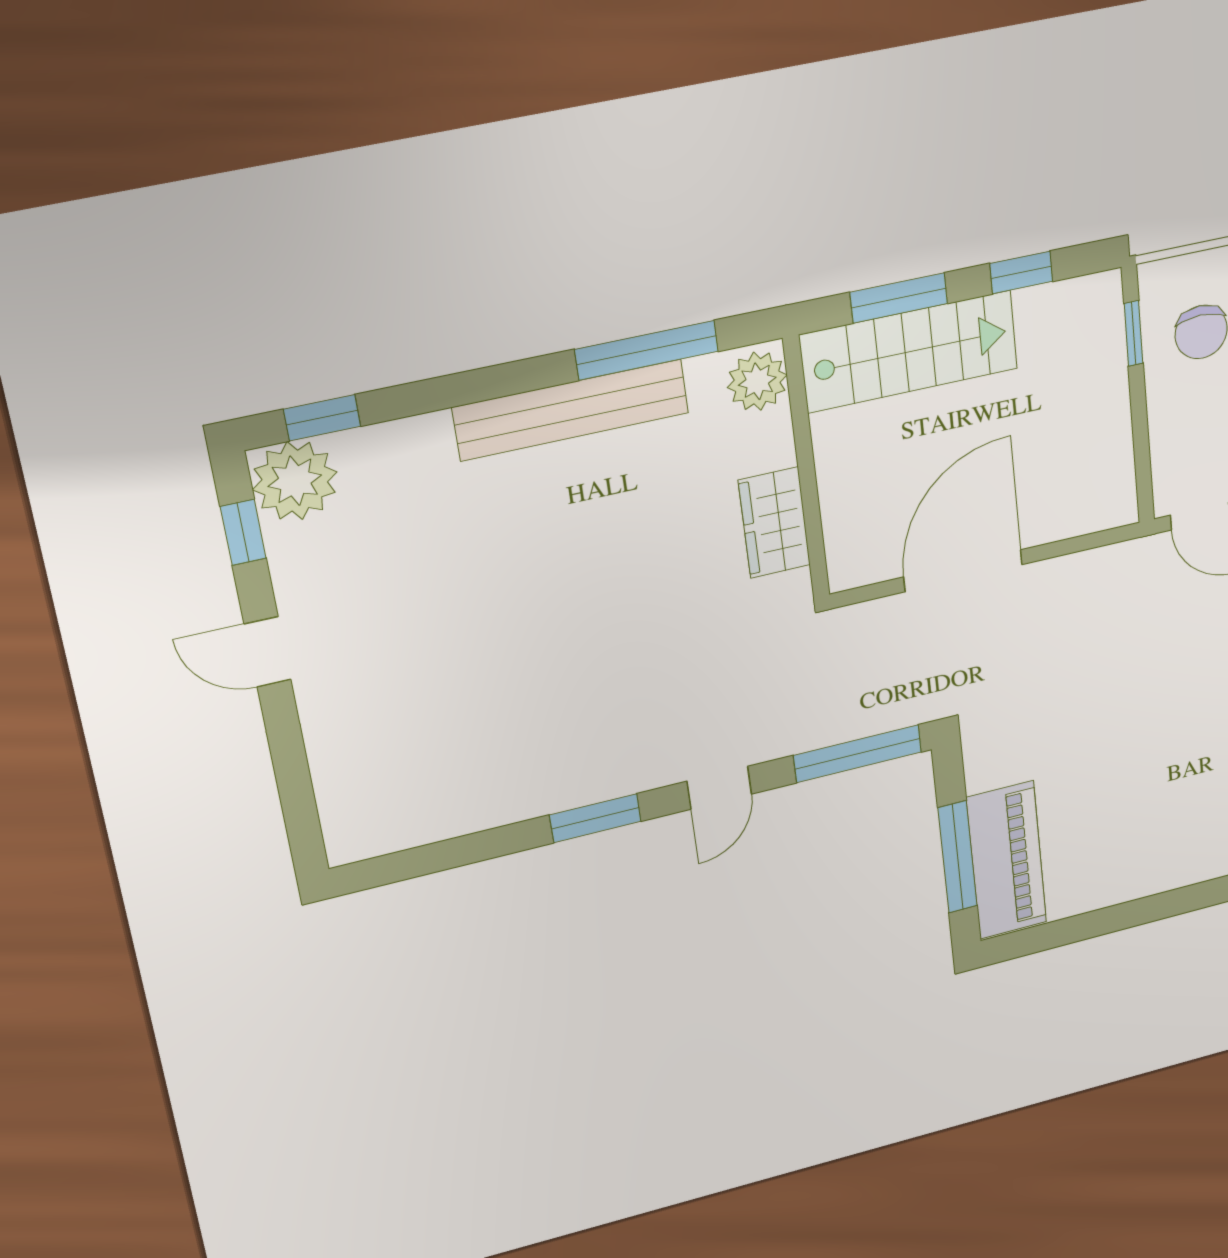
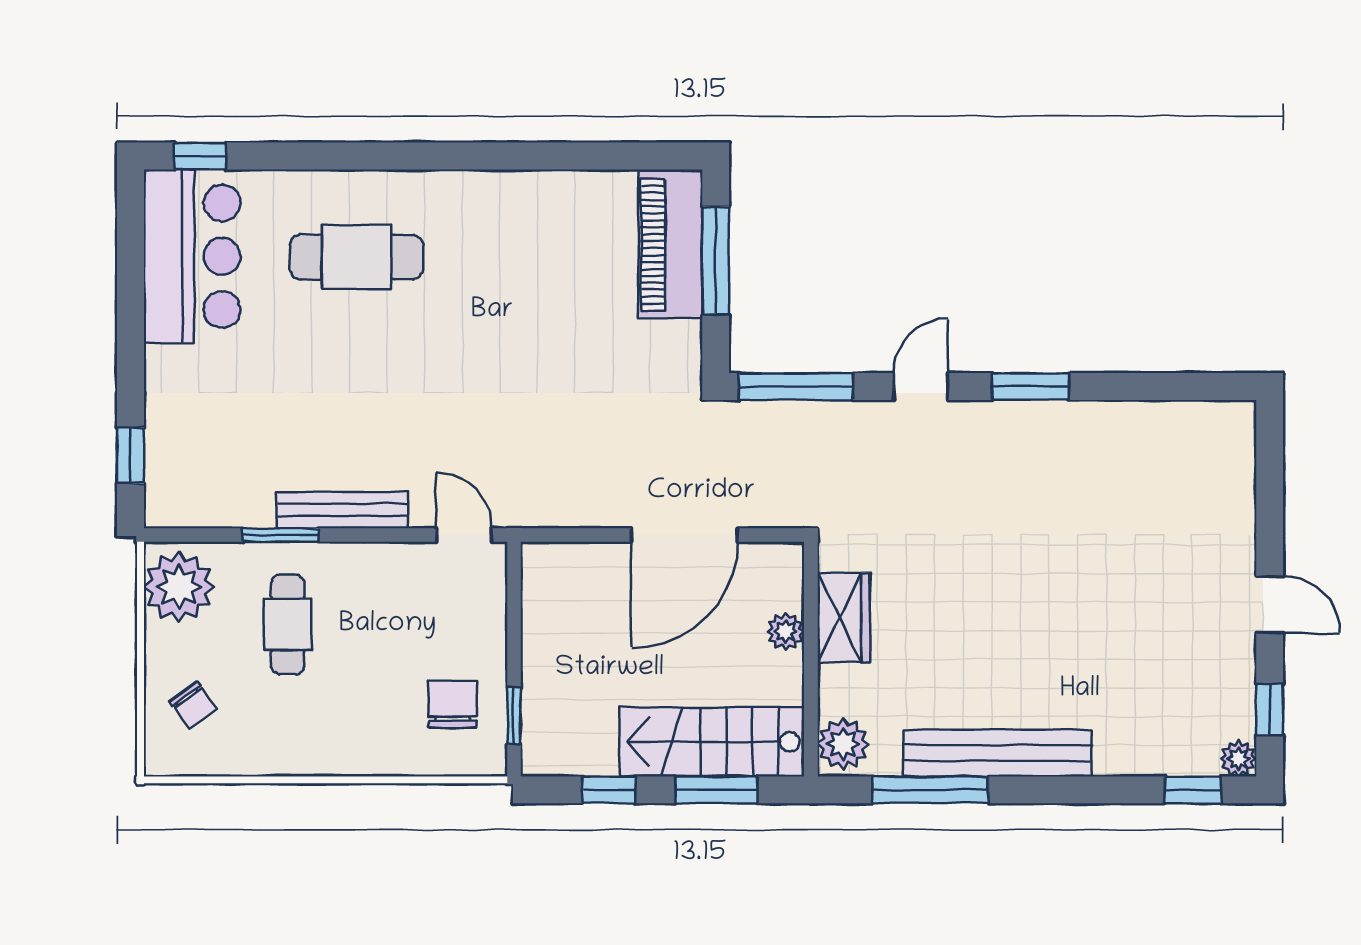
plant: (295, 481) -> (1238, 759), width x0.53, depth x0.53
plant: (839, 493) -> (786, 631), added

